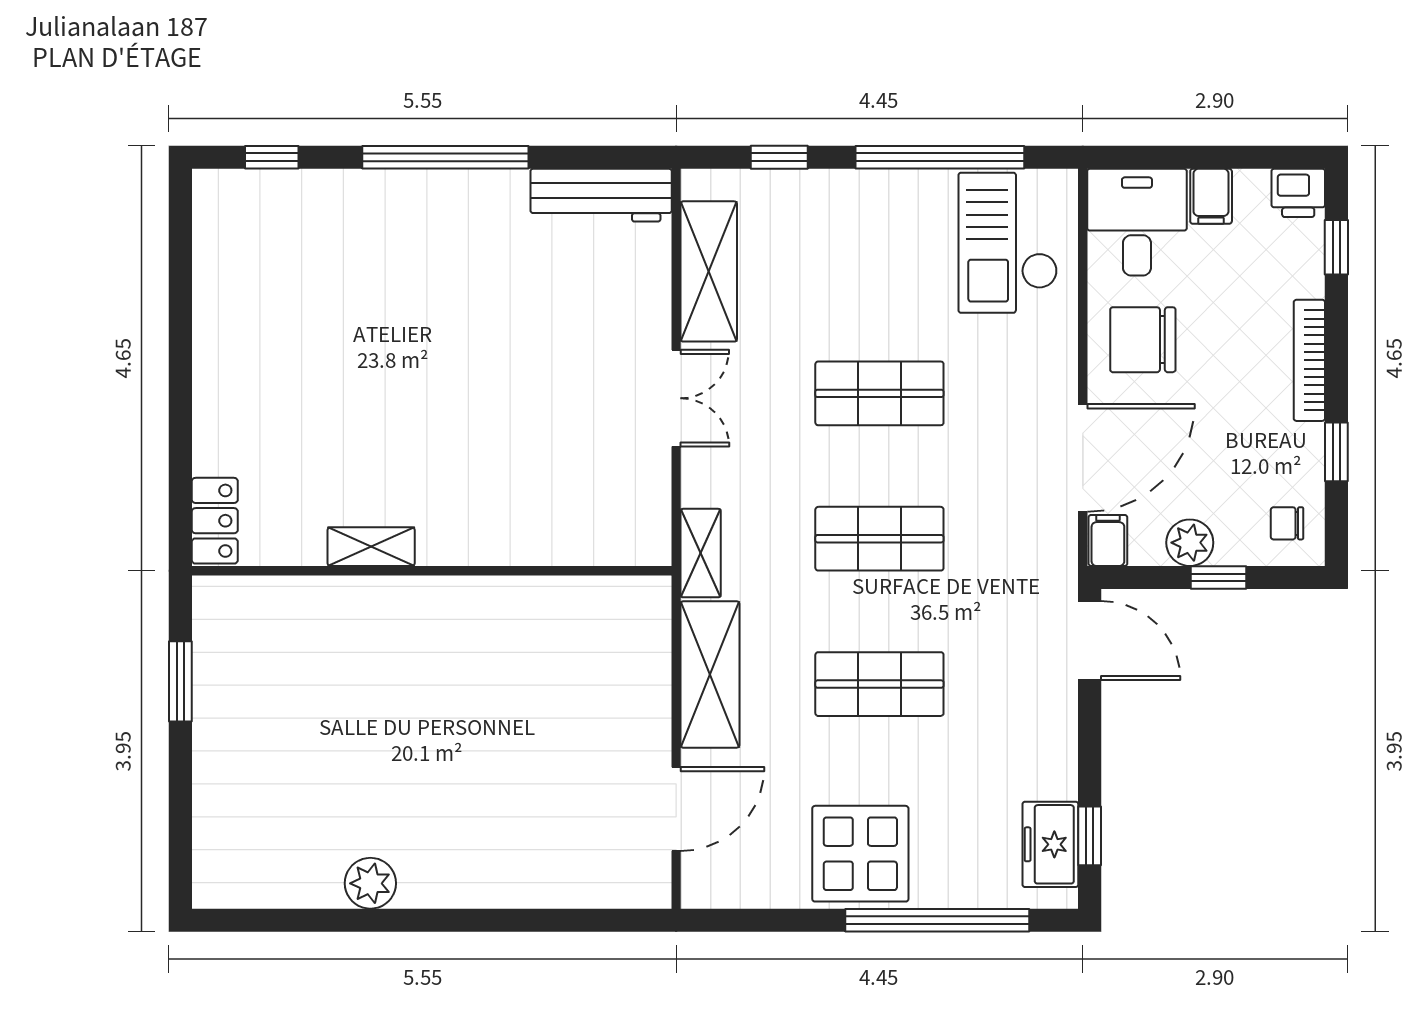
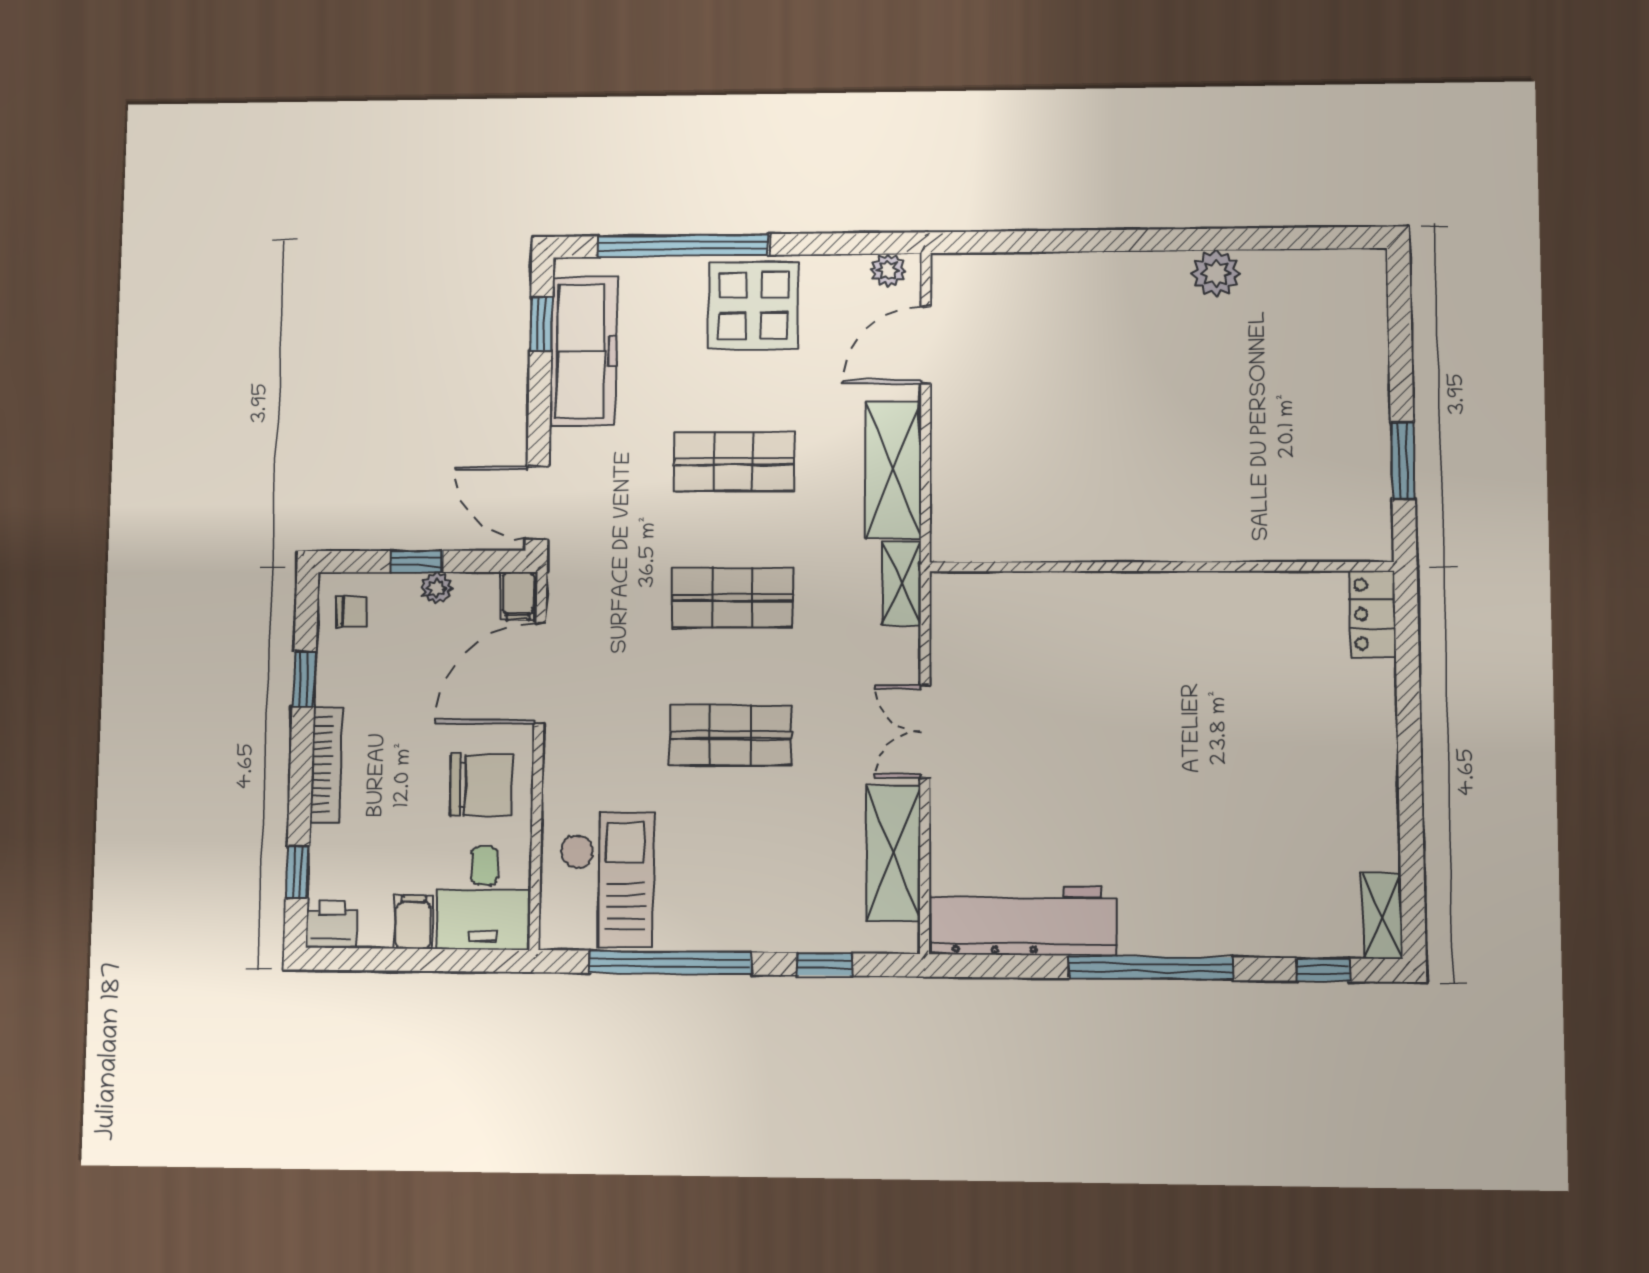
workbench: (601, 195) -> (1023, 921), width x1.36, depth x1.32
plant: (1190, 543) -> (436, 588), width x0.73, depth x0.73
shelving: (371, 547) -> (1382, 916), moved, turned 90
freezer: (1050, 844) -> (584, 351), width x1.91, depth x1.26
plant: (716, 890) -> (888, 270), added

